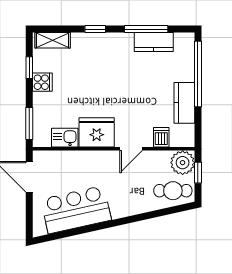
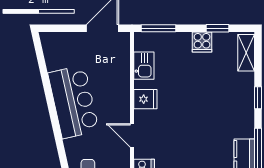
fridge: (97, 132) -> (145, 99), width x0.53, depth x0.75
bar counter: (76, 210) -> (73, 102), moved

